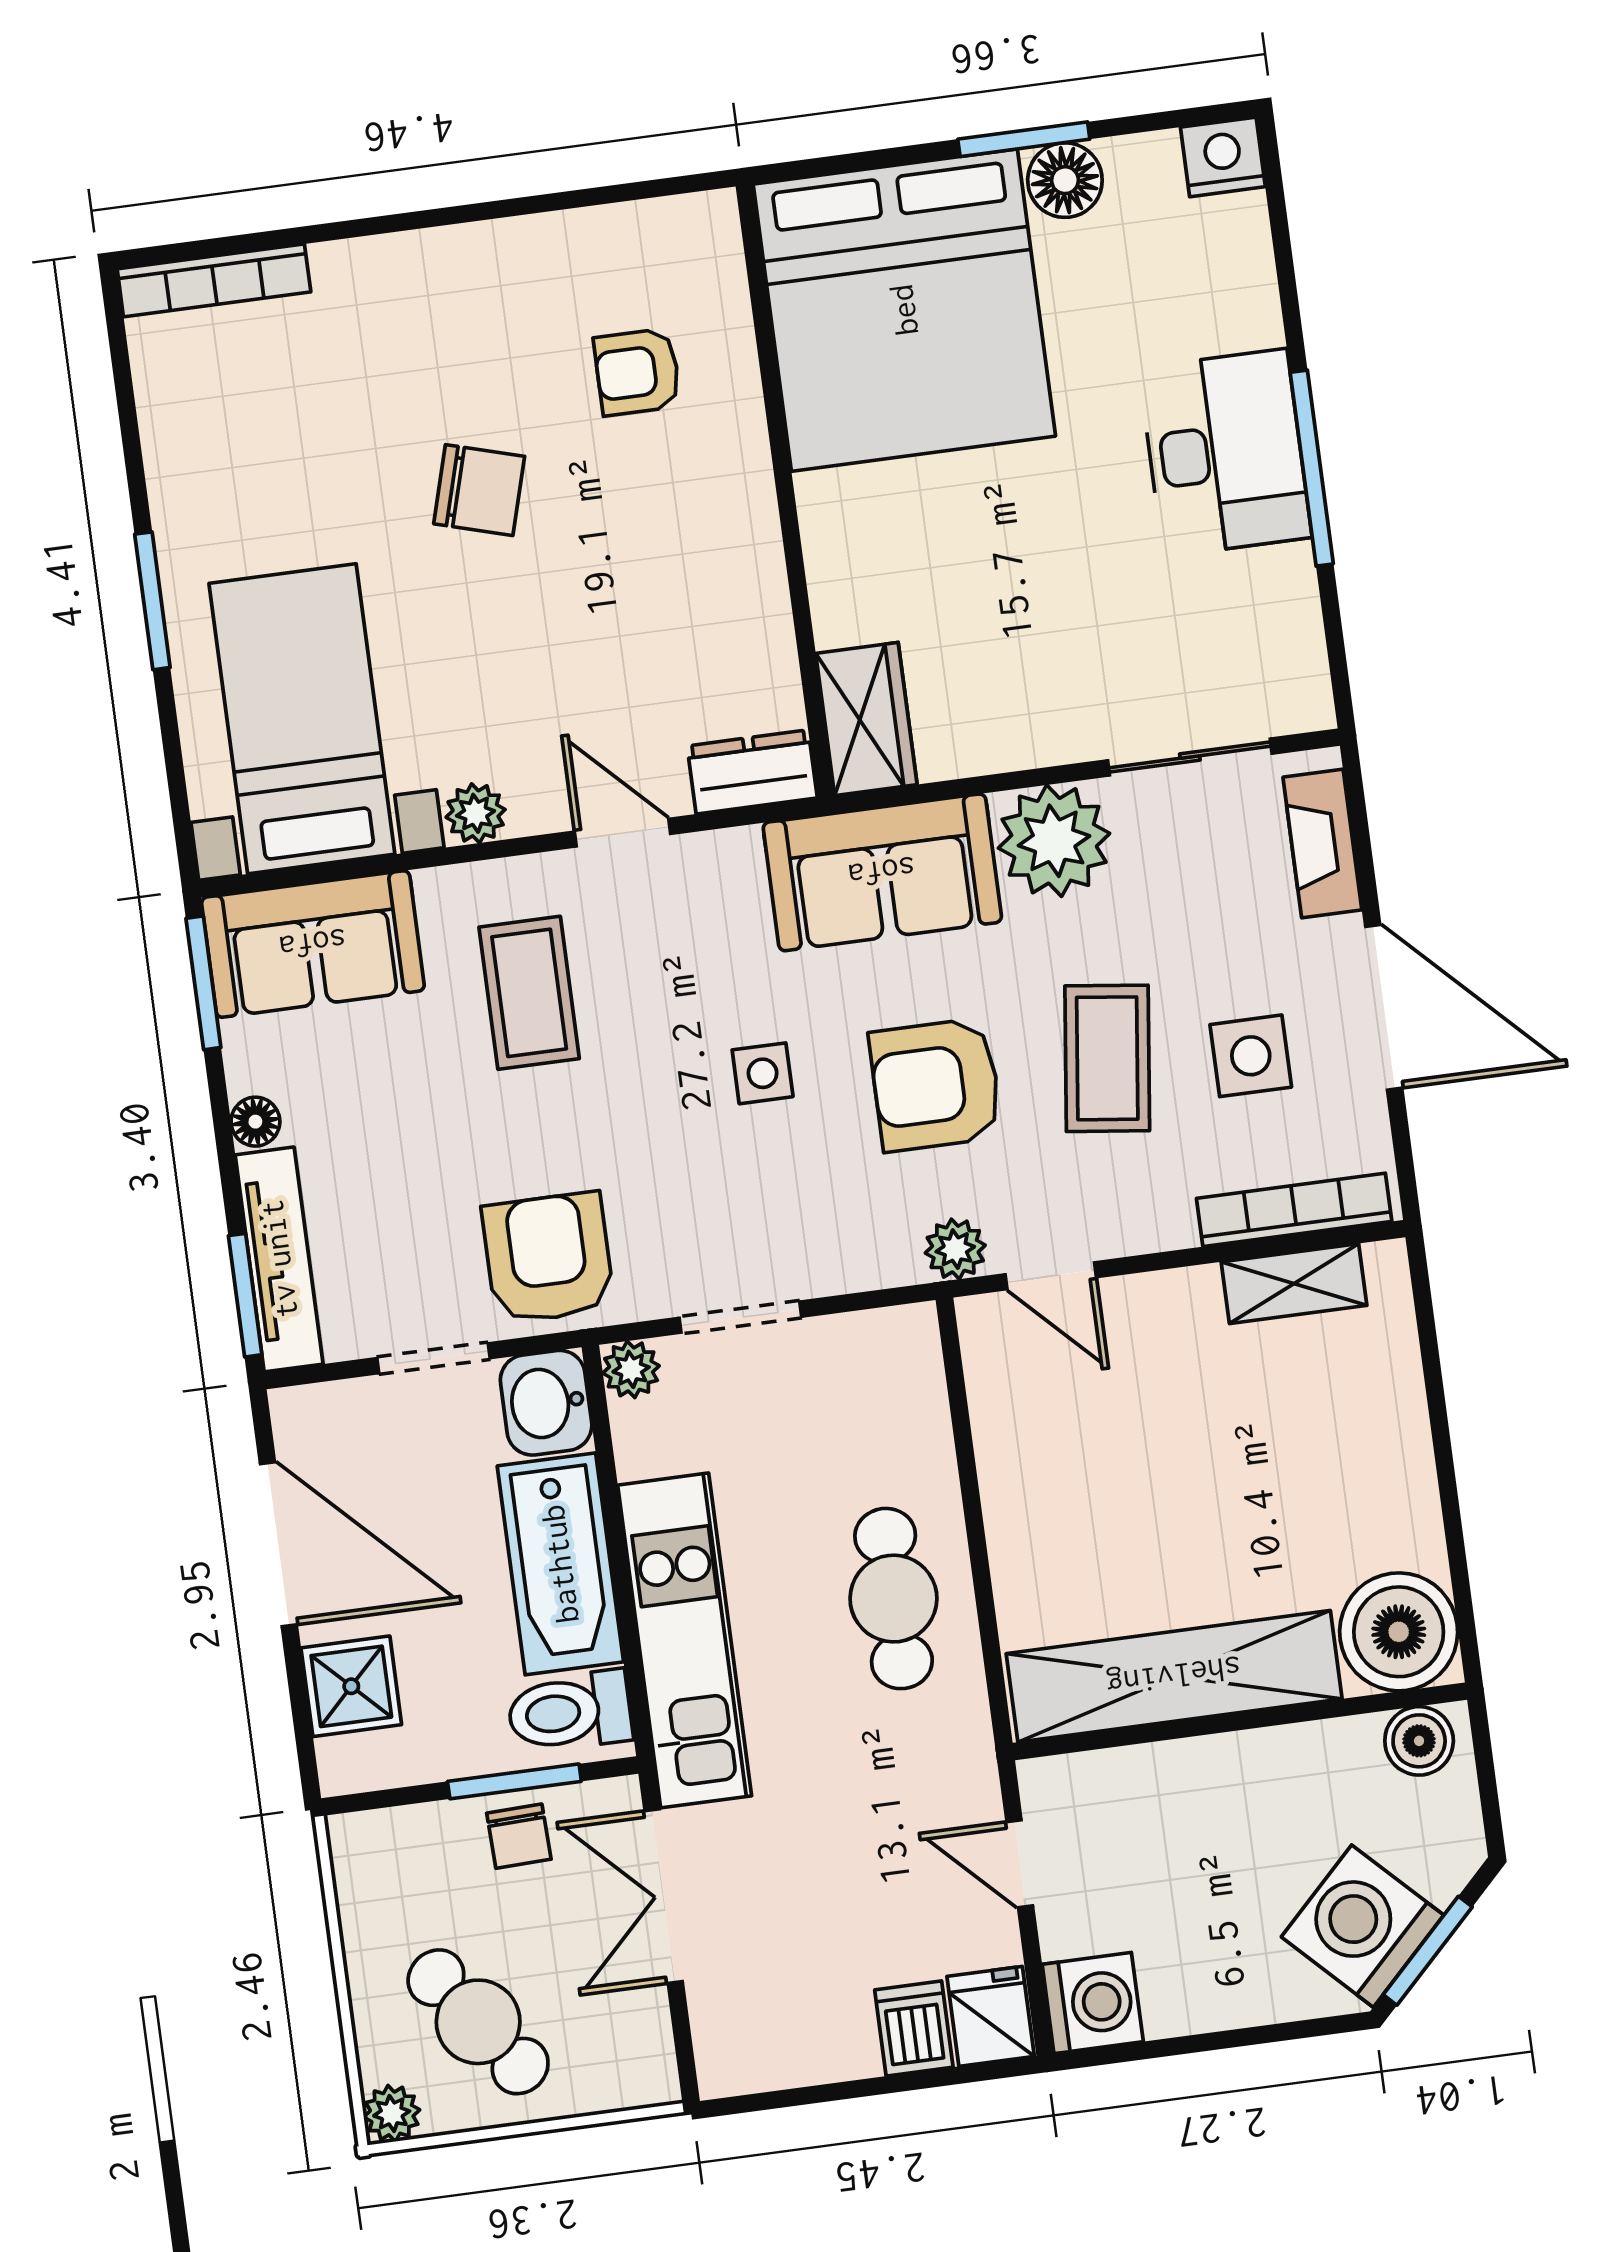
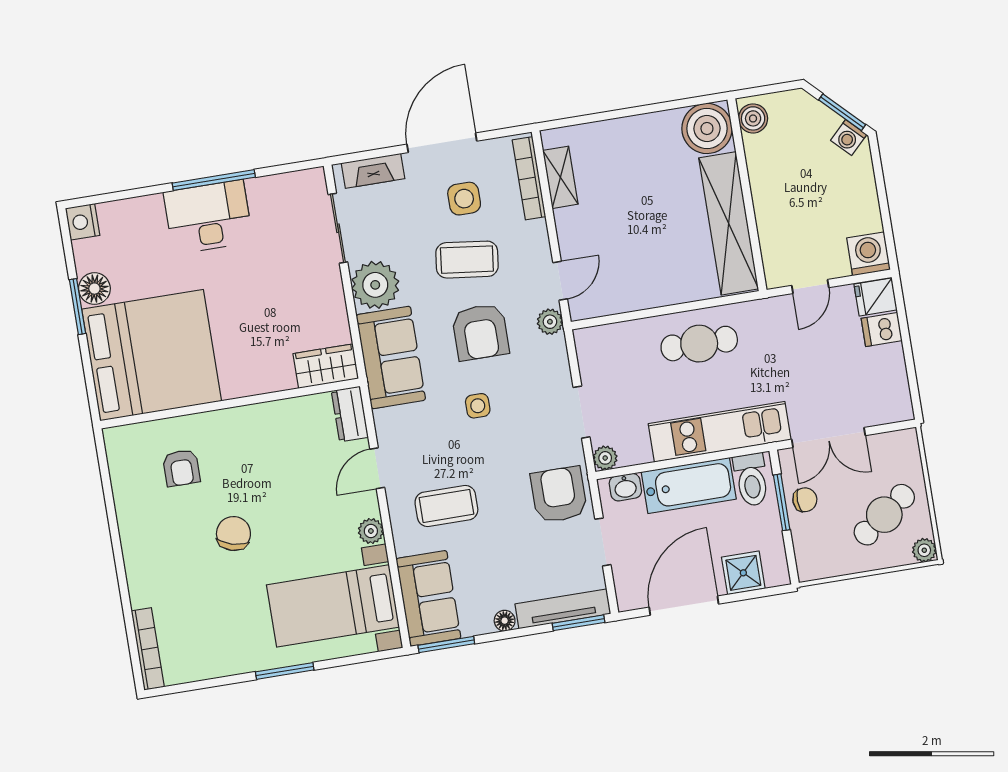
armchair: (548, 1258) -> (559, 495), turned 90
washbasin: (546, 1403) -> (625, 487), width x0.72, depth x0.69
washing machine: (1362, 1926) -> (849, 138), width x0.53, depth x0.53

